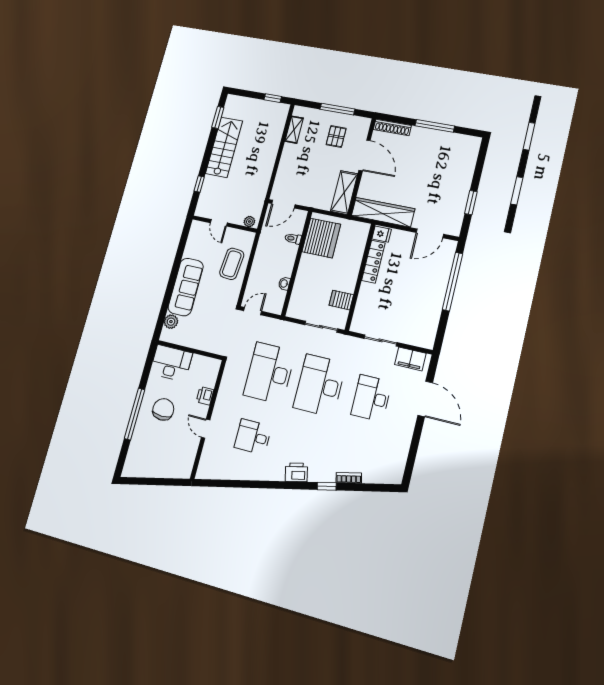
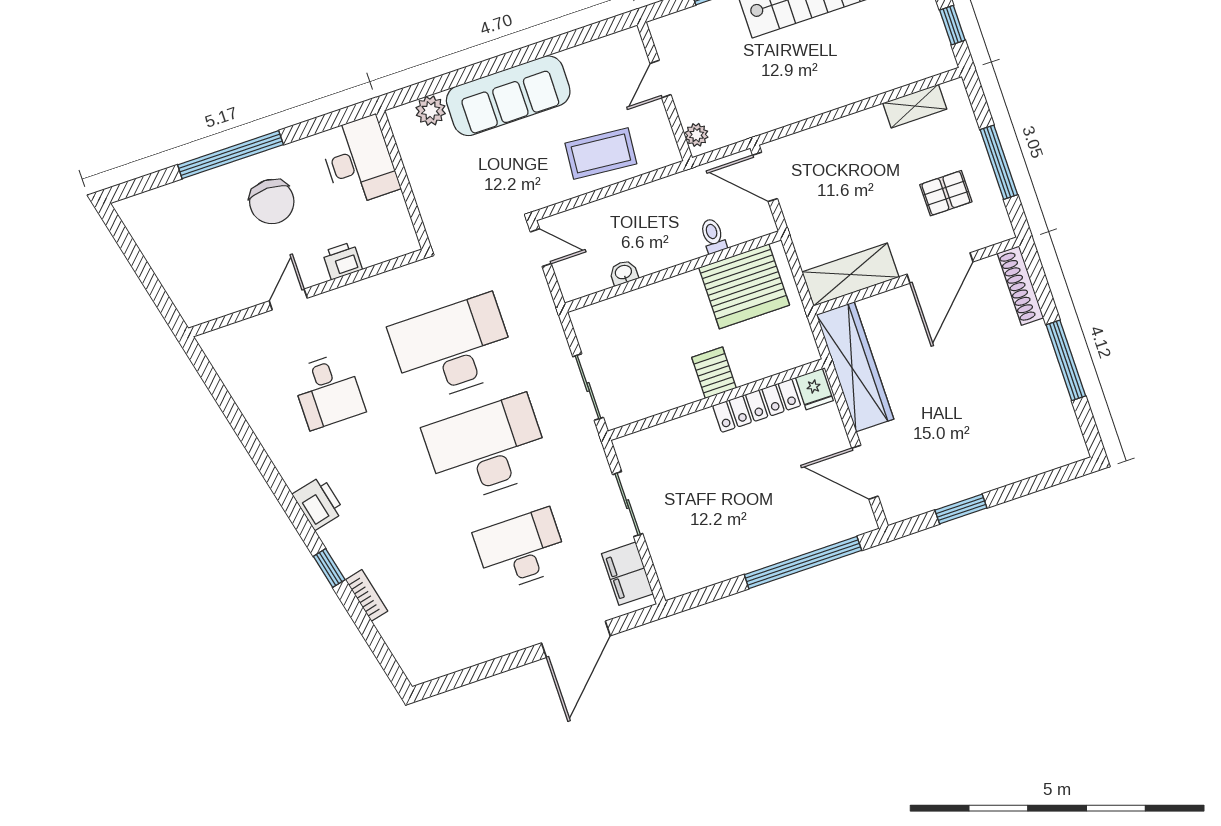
server rack: (341, 300) -> (714, 373), moved
chair: (163, 409) -> (272, 202), turned 89
desk: (253, 437) -> (328, 391), turned 180

